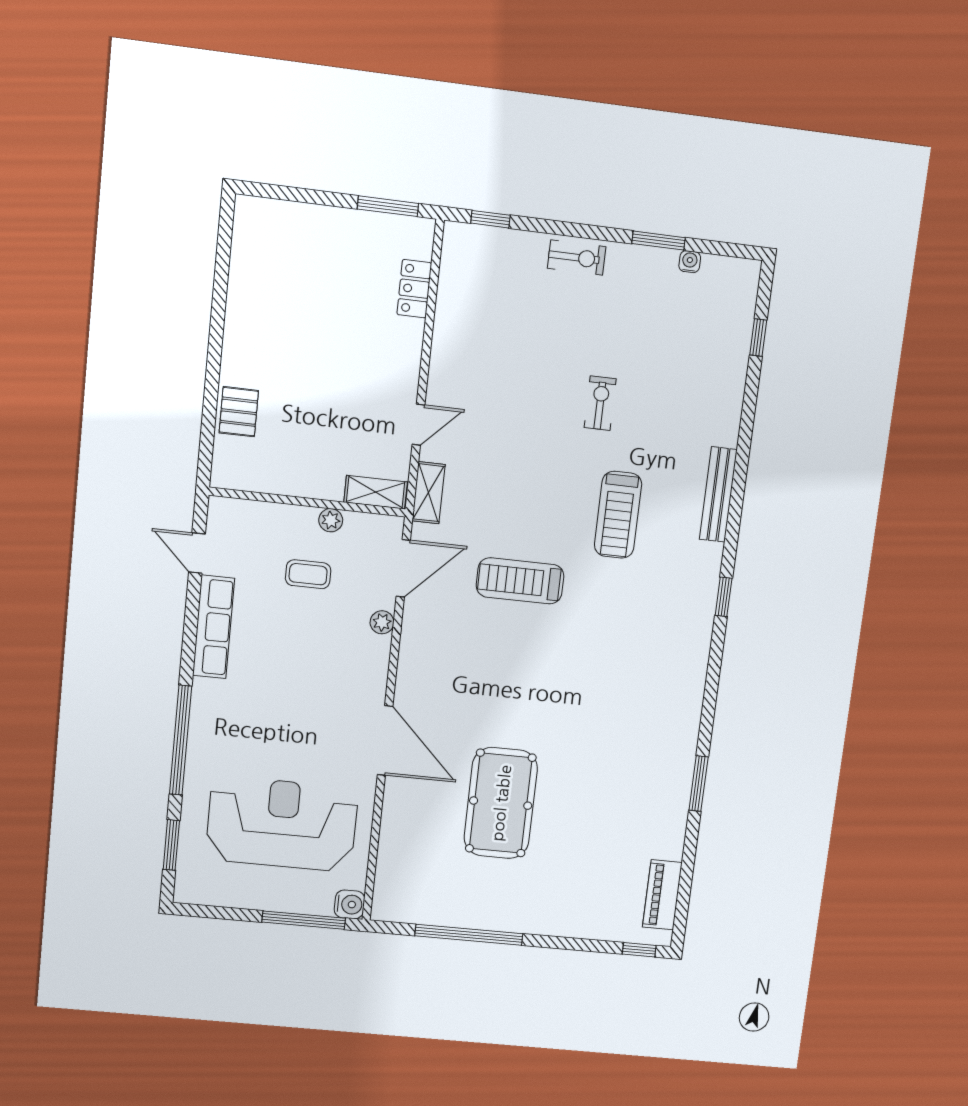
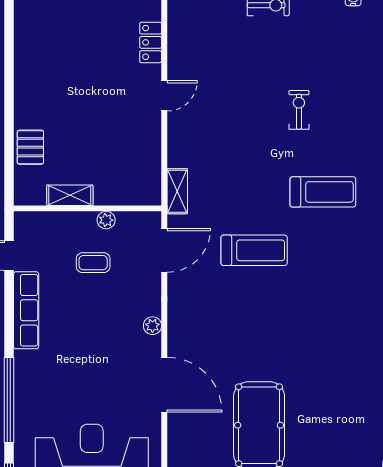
door: (418, 425) -> (164, 96), moved
shelving: (376, 492) -> (70, 195), moved
treadmill: (618, 515) -> (323, 192), turned -90
treadmill: (520, 581) -> (254, 250), turned 180
plant: (382, 622) -> (152, 326), moved

